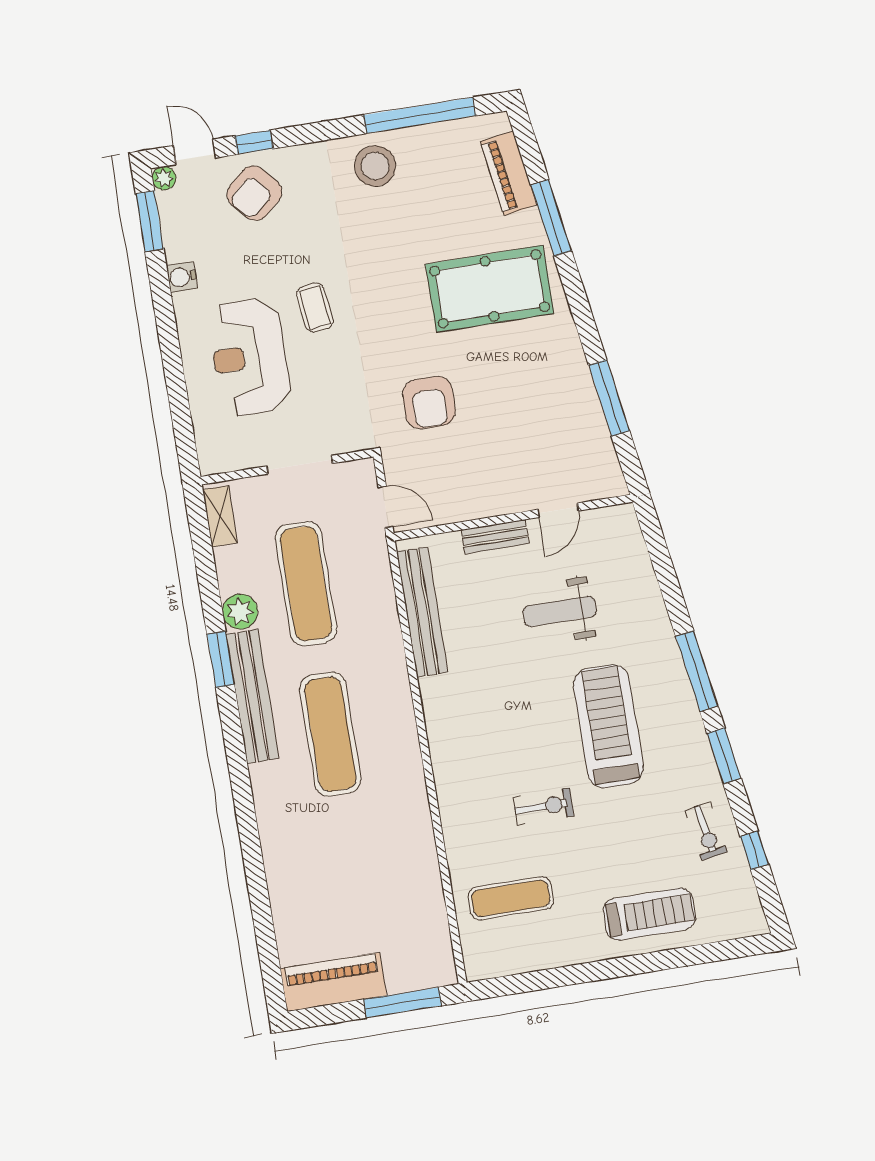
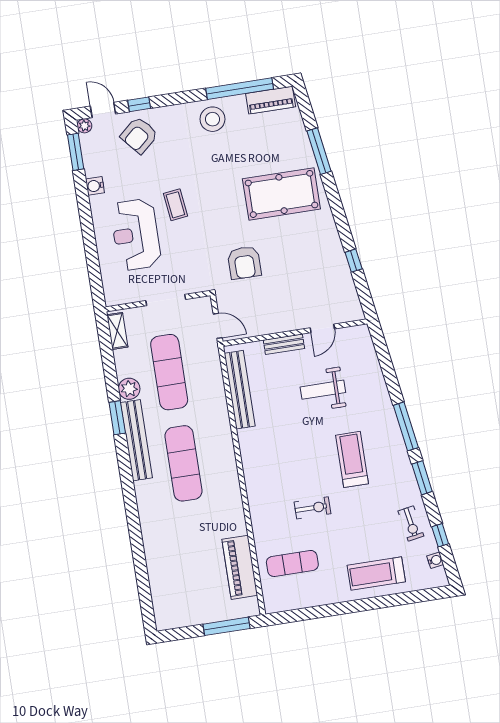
piano: (509, 173) -> (271, 100), moved, turned -81
window: (609, 398) -> (354, 261), width x0.46
treadmill: (608, 726) -> (352, 459), width x0.73, depth x0.73
water cooler: (746, 892) -> (435, 560), added
treadmill: (649, 914) -> (376, 574), turned 180
piano: (333, 982) -> (240, 567), moved, turned -90

